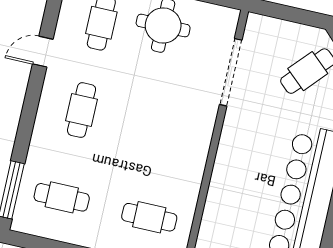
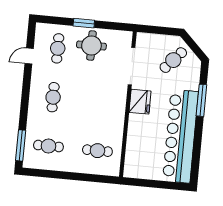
door: (43, 52) -> (29, 56), moved
fridge: (238, 139) -> (140, 102), added

